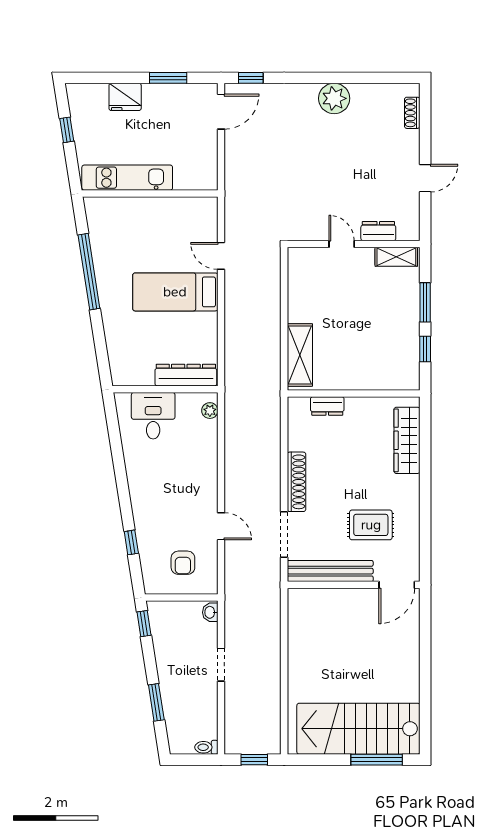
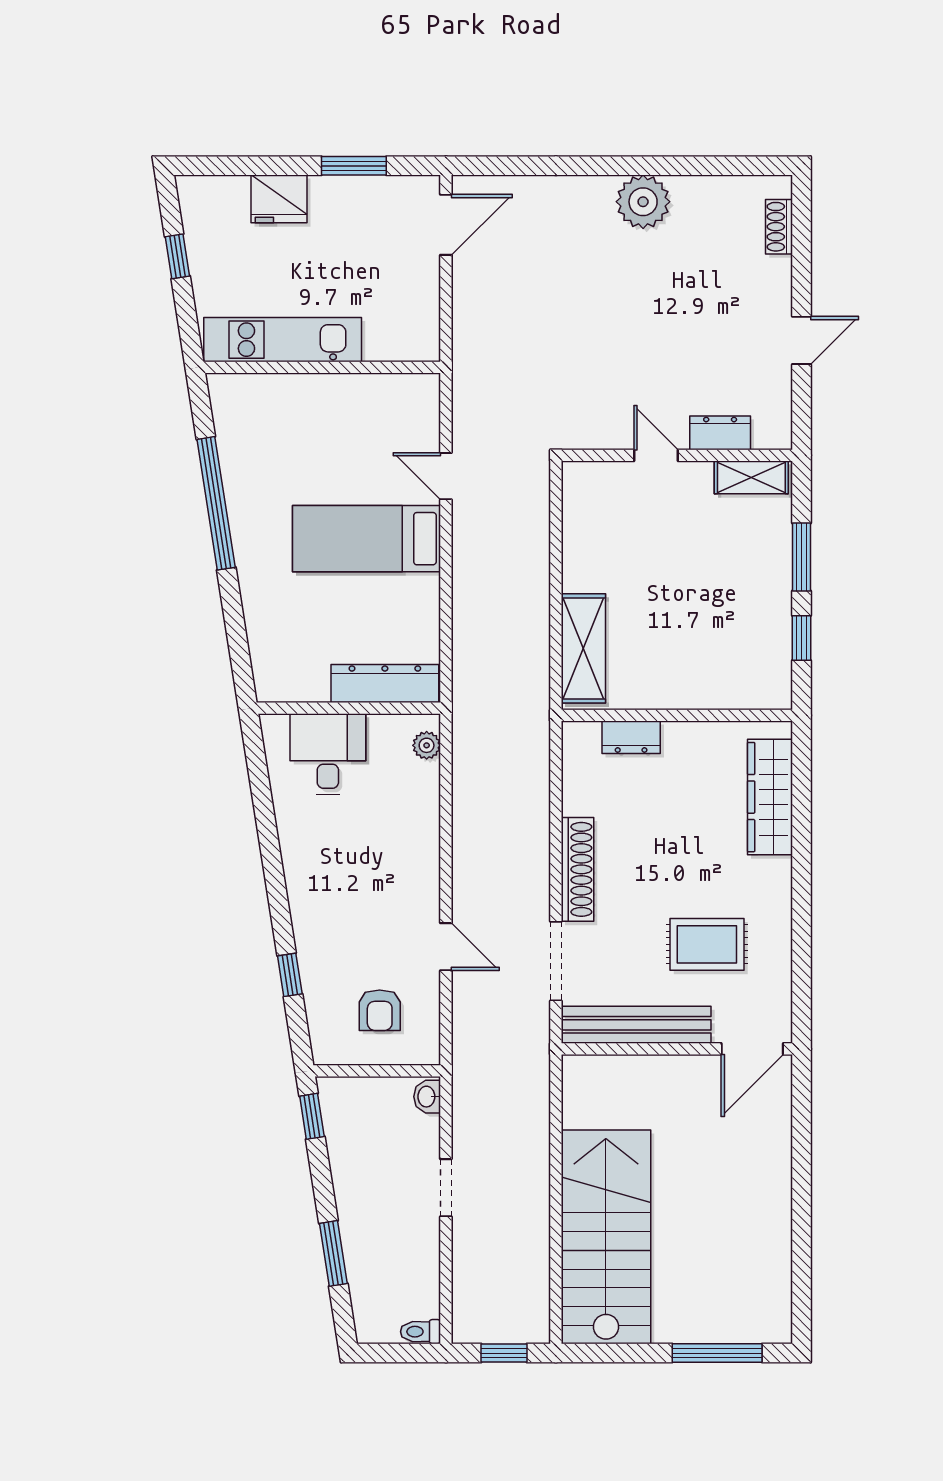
window: (251, 78) -> (498, 166), removed
stairs: (358, 729) -> (606, 1237), moved, turned 90

